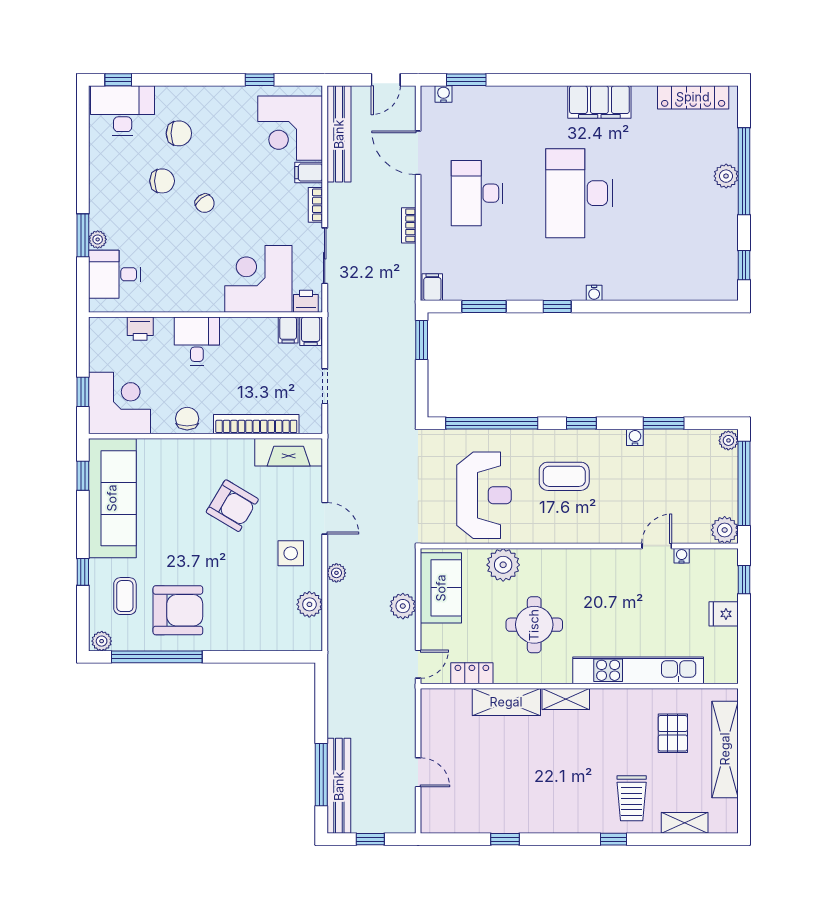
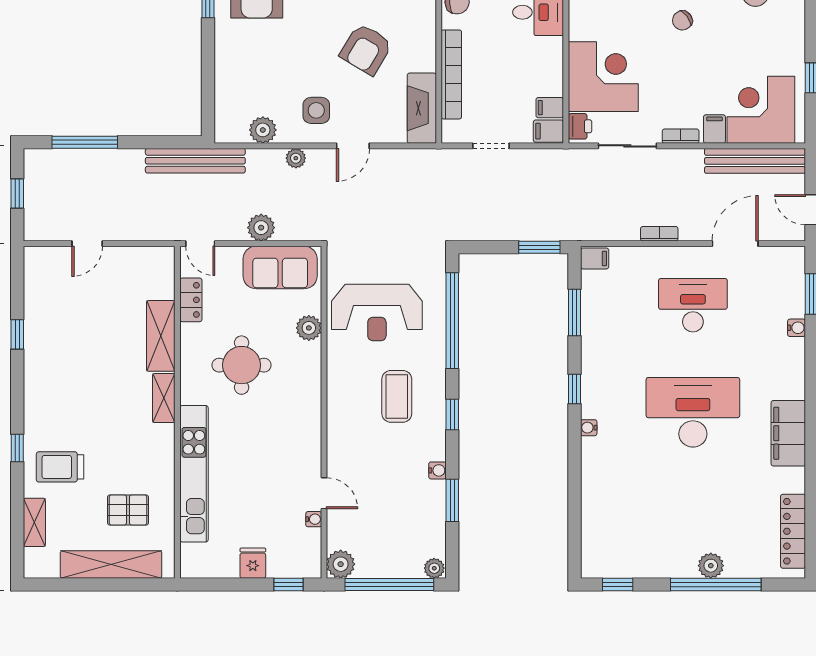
water cooler: (444, 94) -> (797, 328), moved
plant: (503, 565) -> (309, 328), width x0.73, depth x0.73
bench: (339, 786) -> (195, 161), moved

